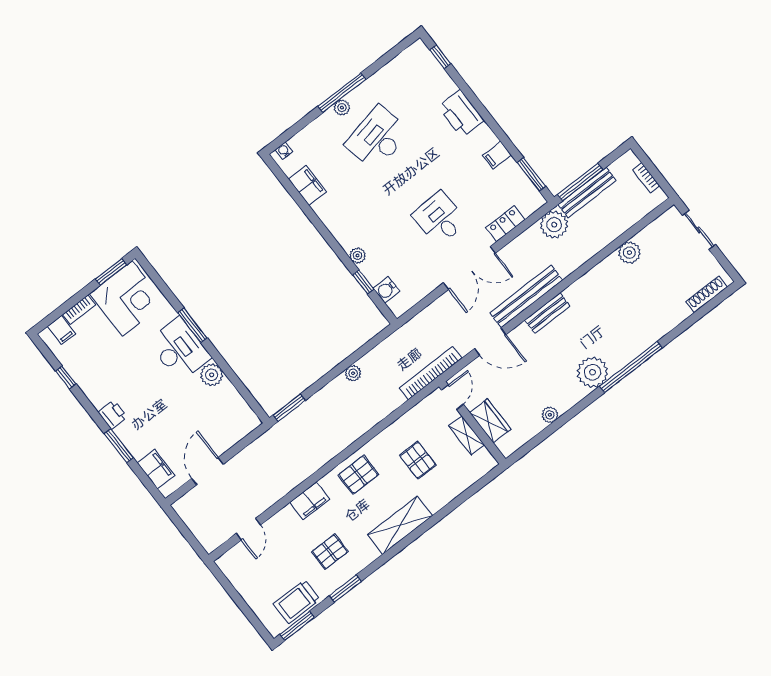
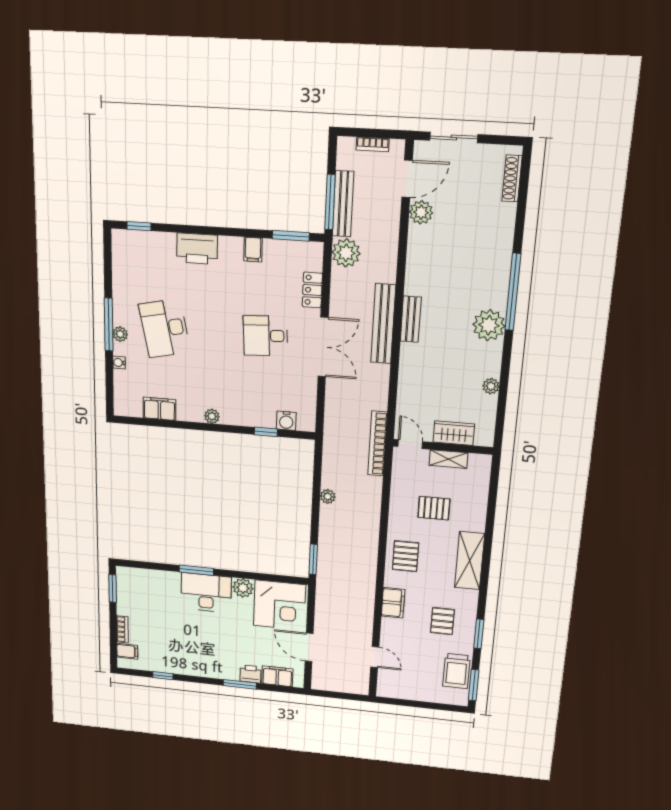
water cooler: (284, 151) -> (119, 363), moved
plant: (358, 255) -> (212, 416), moved
corner desk: (127, 299) -> (279, 605), moved, turned 90
door: (490, 342) -> (407, 179), moved
printer: (113, 415) -> (250, 674), moved

